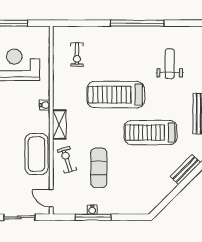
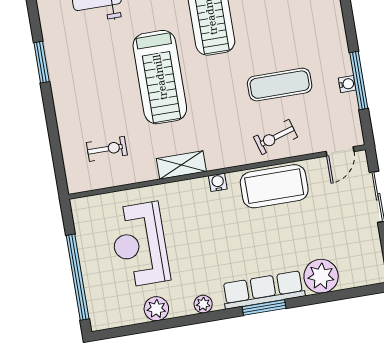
window: (137, 23) -> (42, 62), width x0.47
water cooler: (45, 105) -> (218, 182), moved
shelving: (59, 124) -> (181, 165), moved

